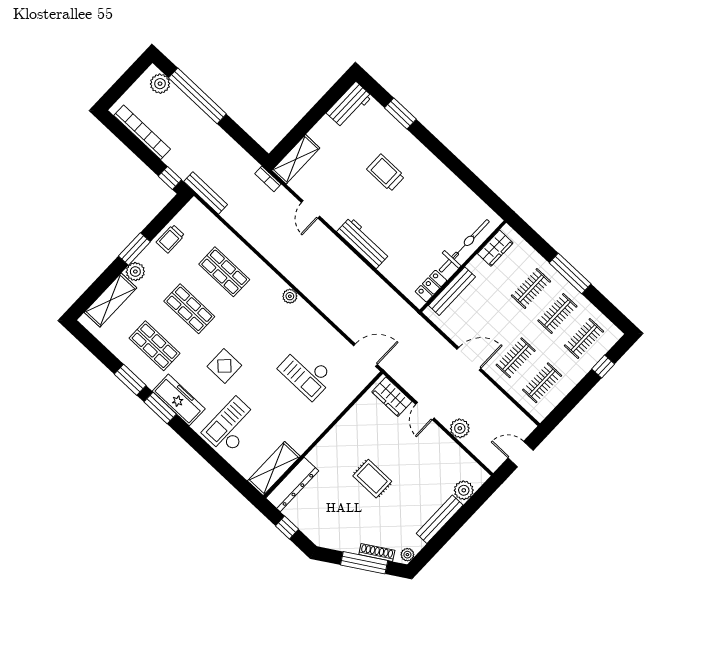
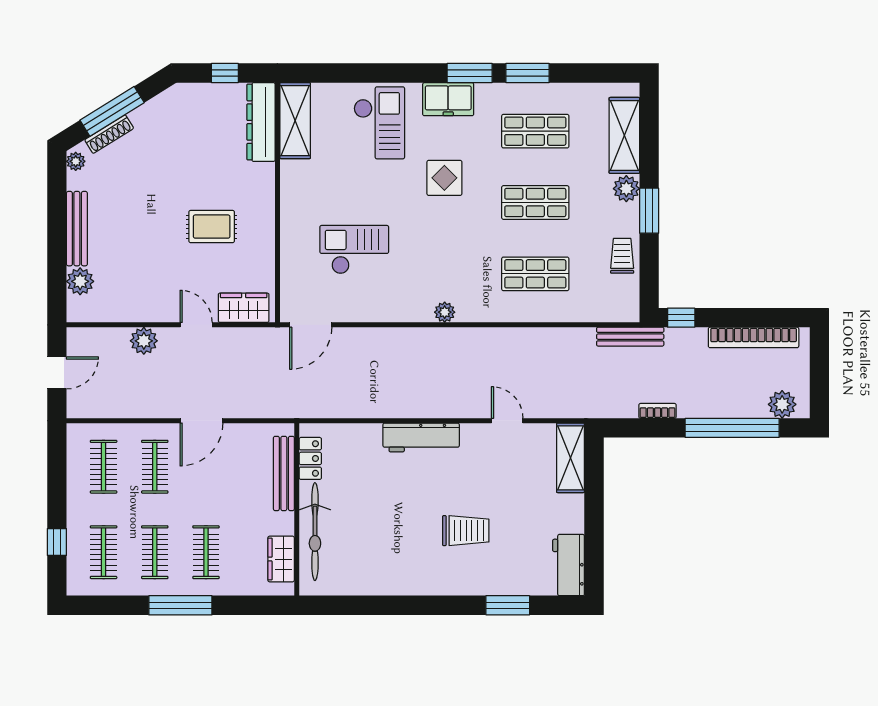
bookcase: (268, 179) -> (658, 411), moved
freezer: (179, 400) -> (448, 99), width x0.71
rug: (372, 479) -> (212, 227), moved

